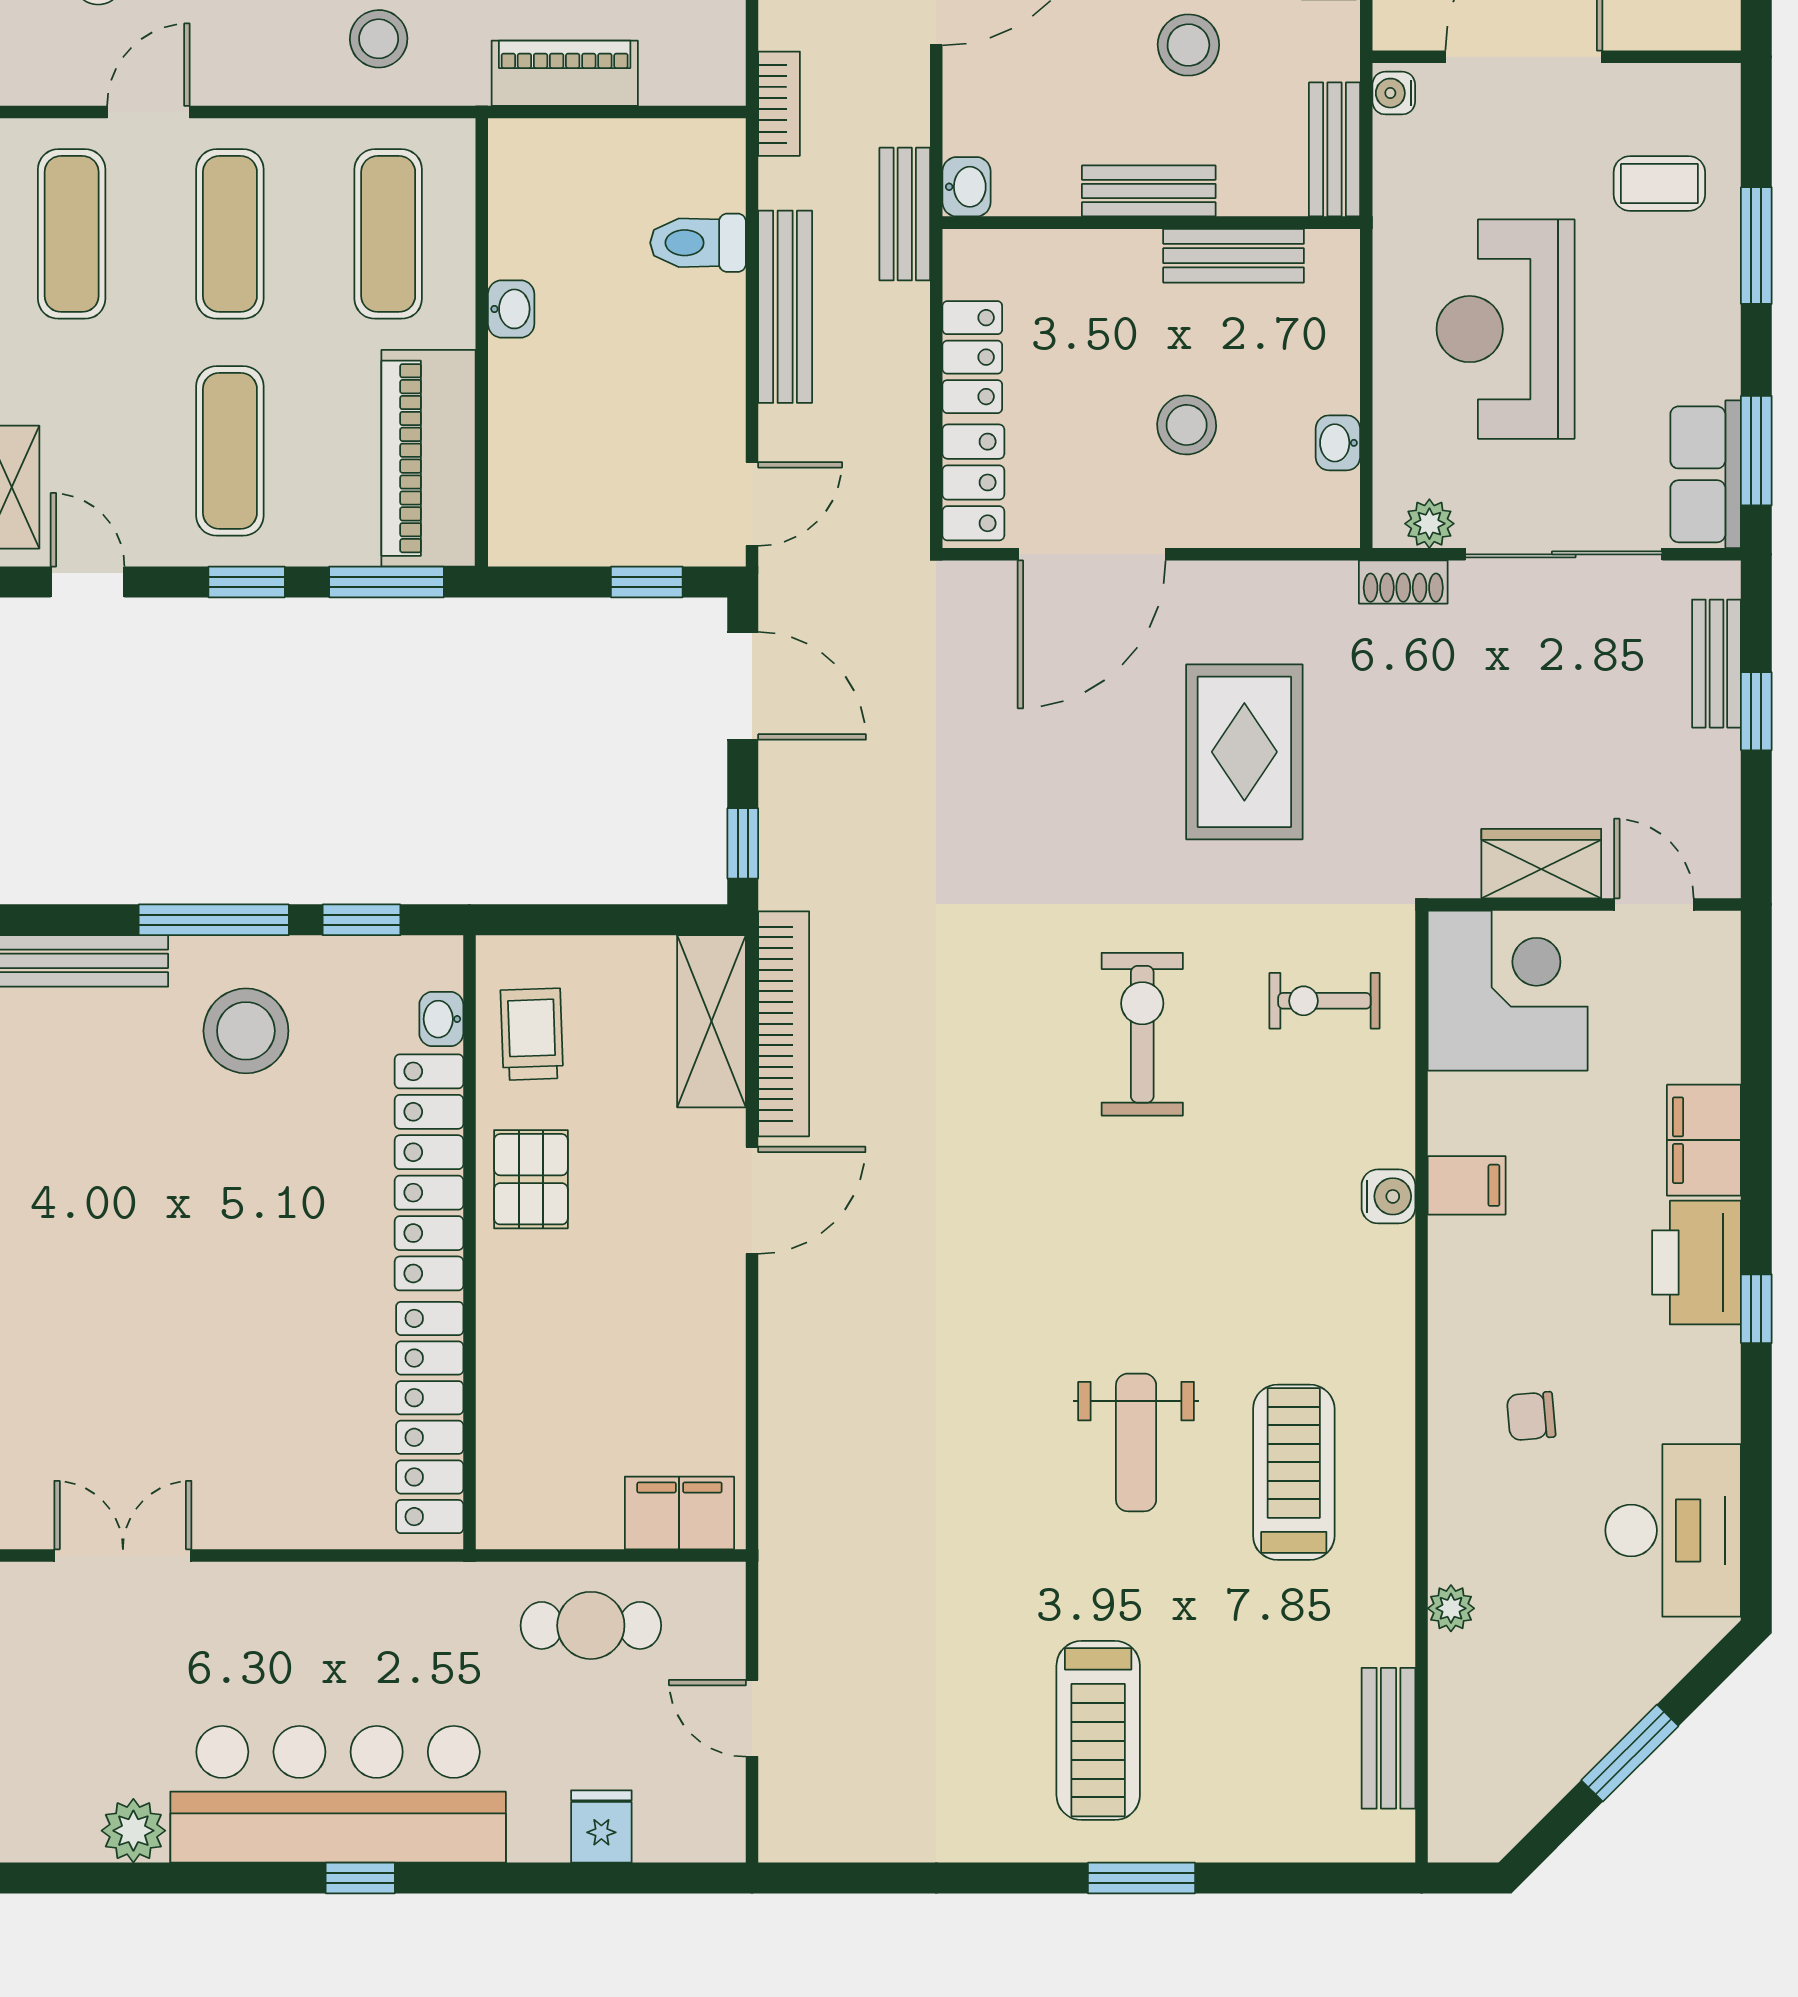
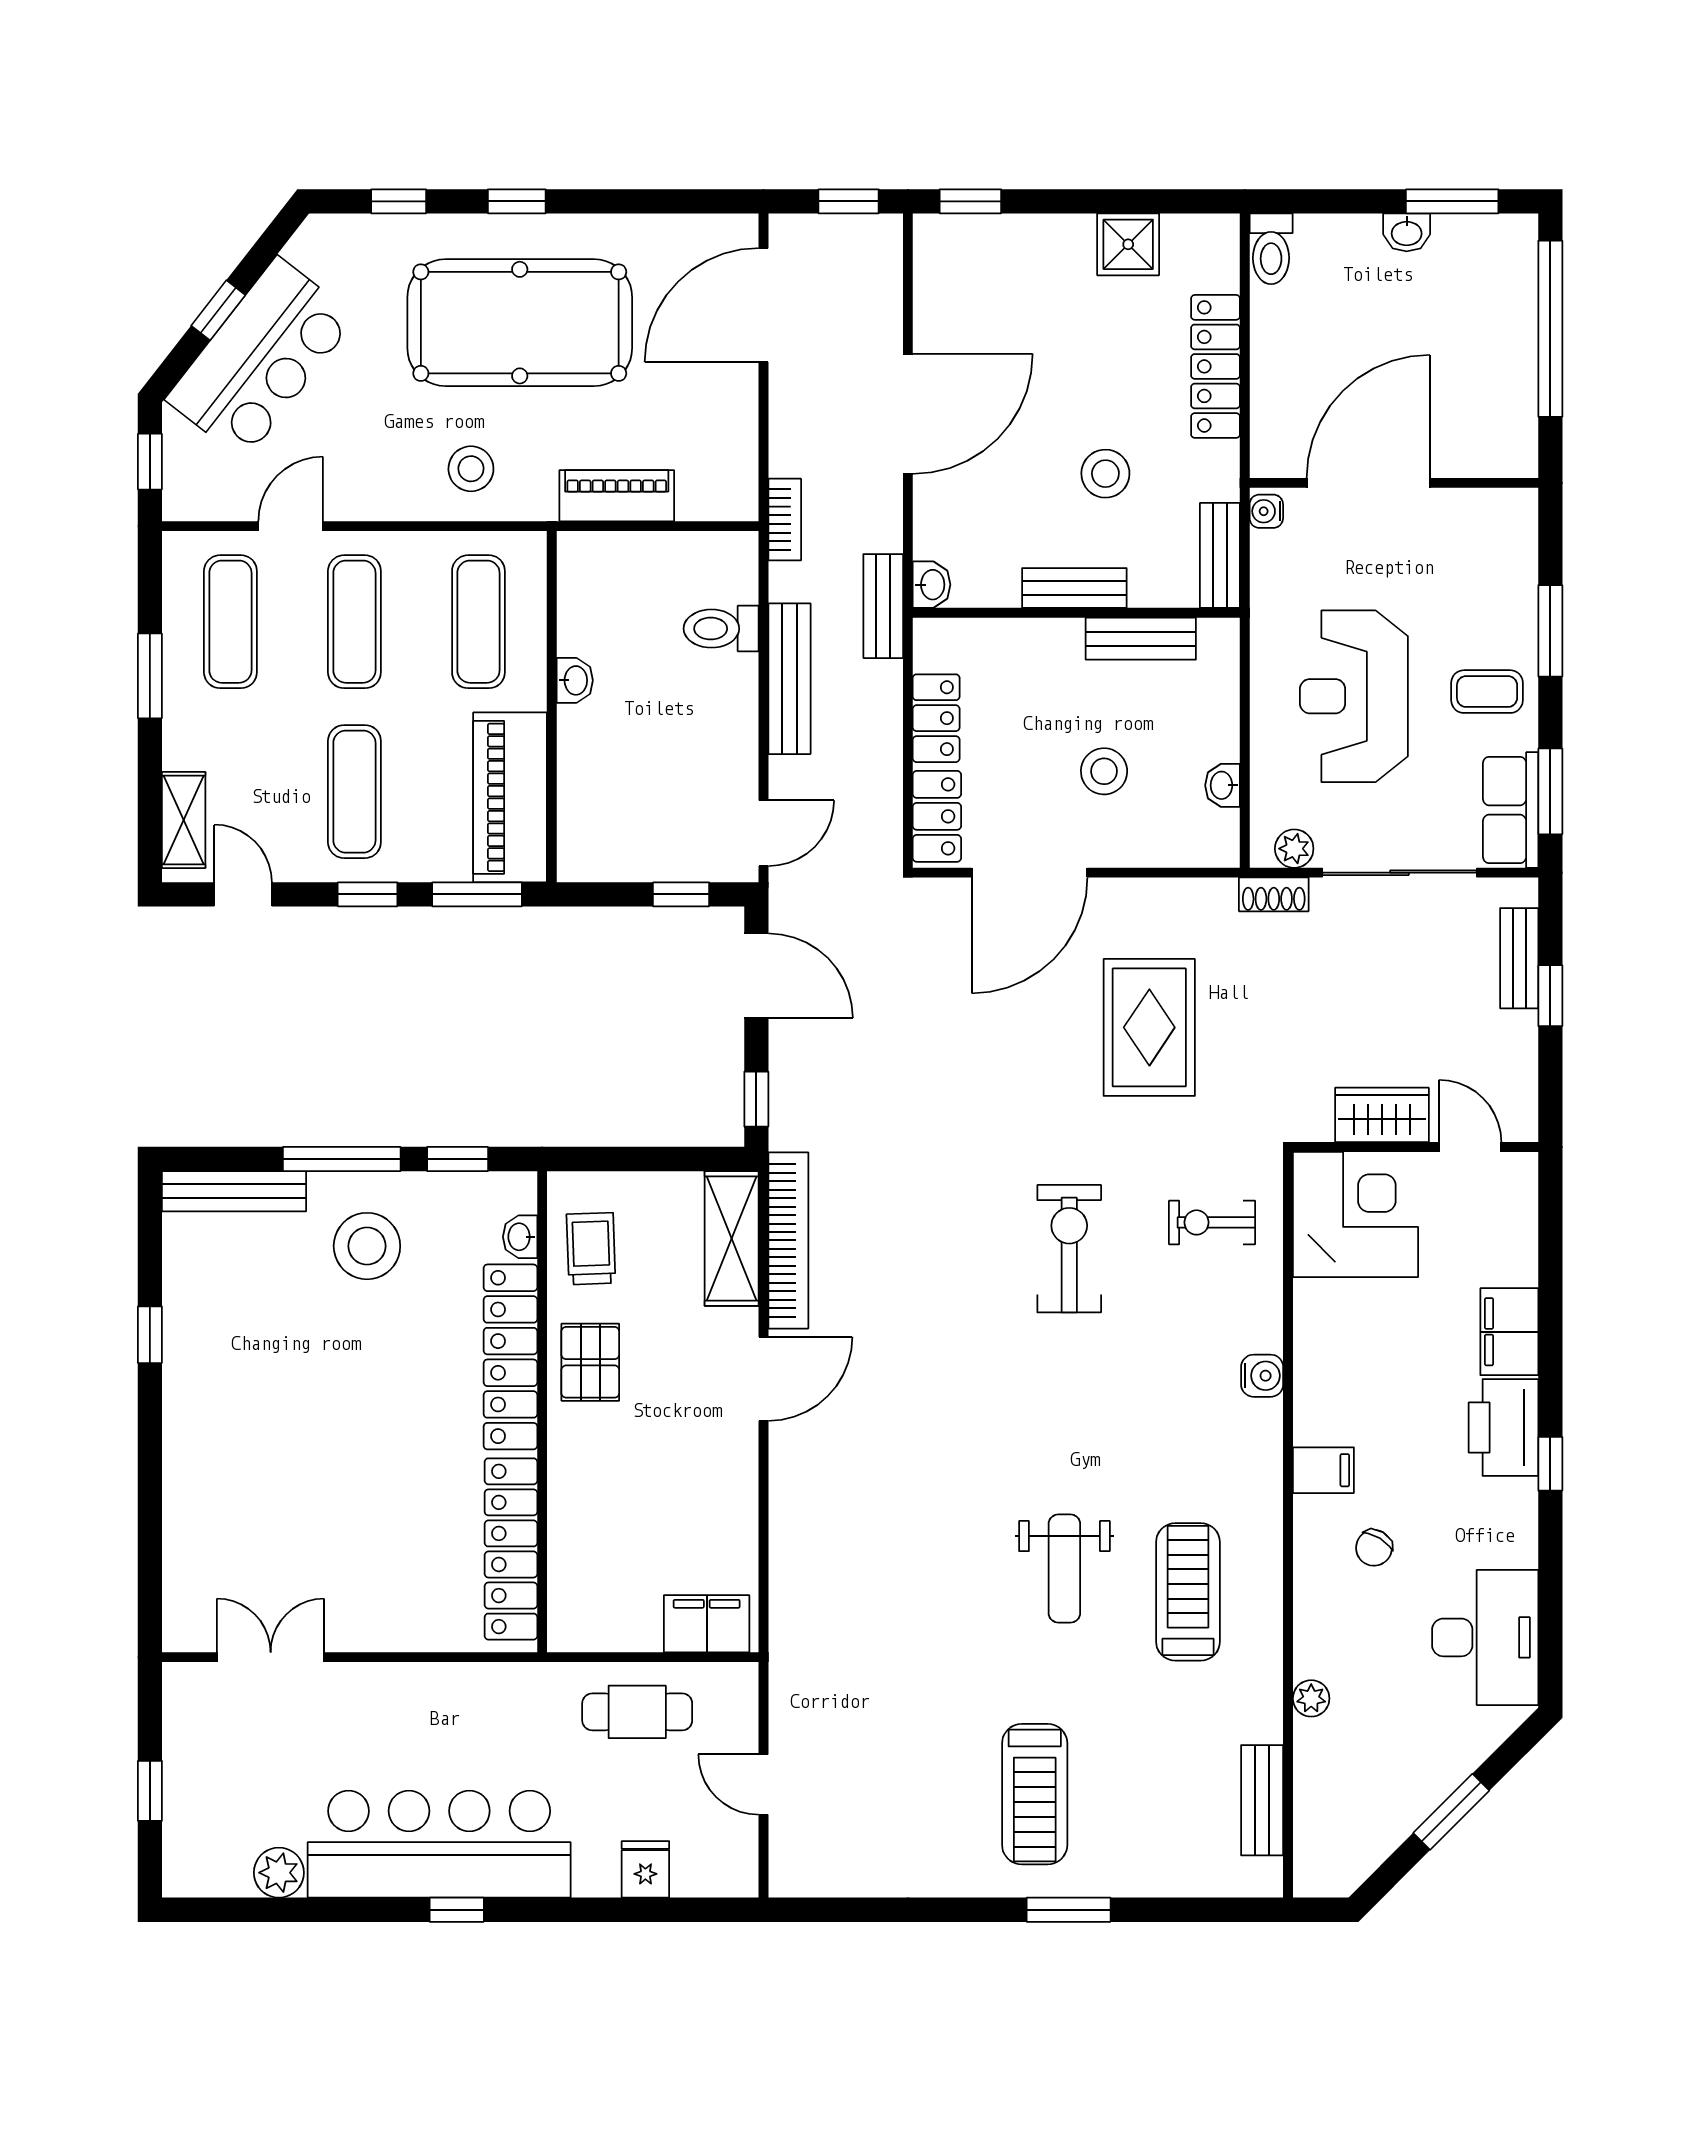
coffee table: (1659, 183) -> (1487, 692), moved
filing cabinet: (1467, 1185) -> (1323, 1470), moved
chair: (1531, 1416) -> (1374, 1548), turned -54

